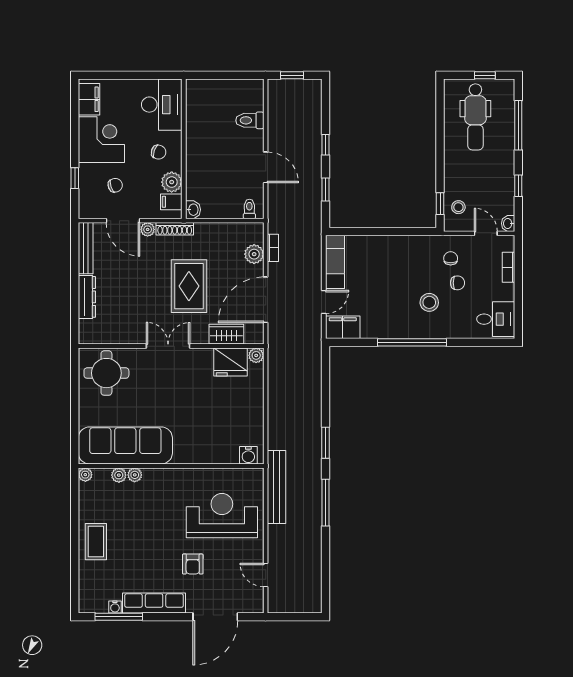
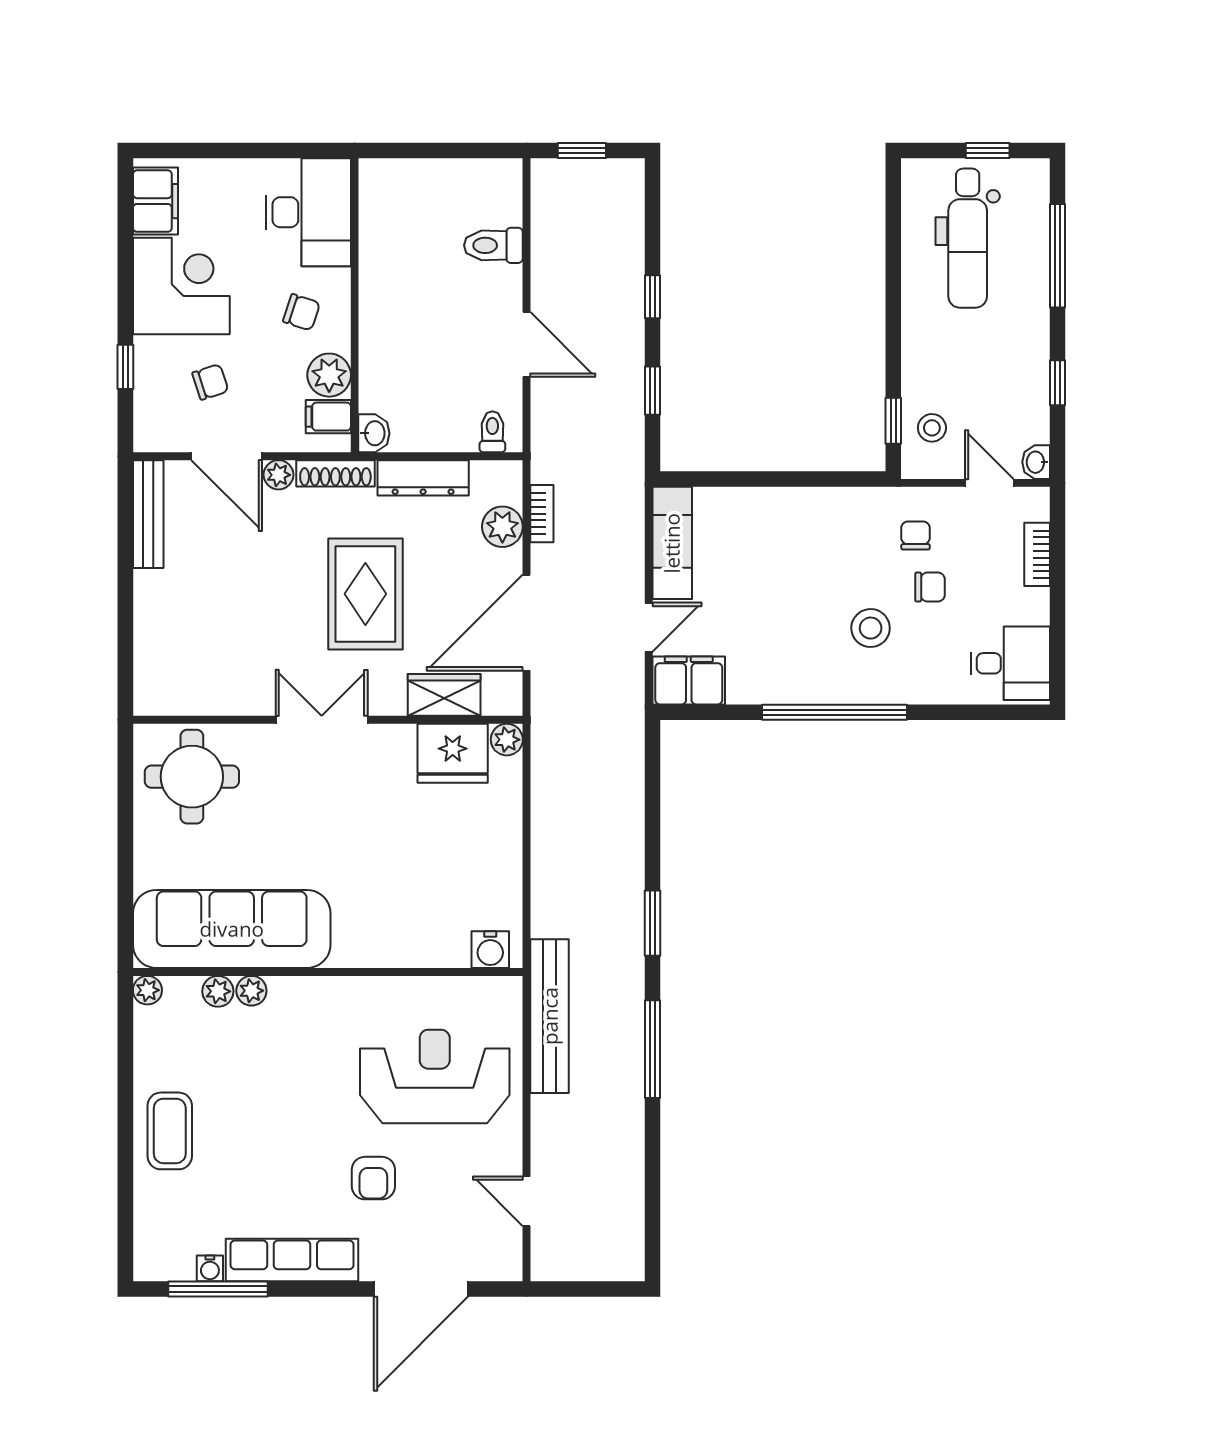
dresser: (87, 297) -> (423, 478), moved, turned 90

